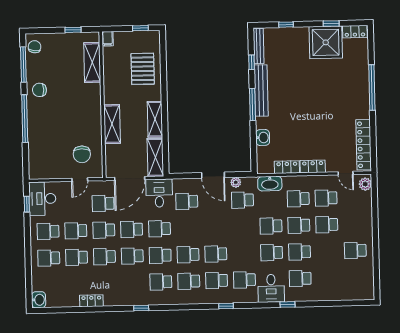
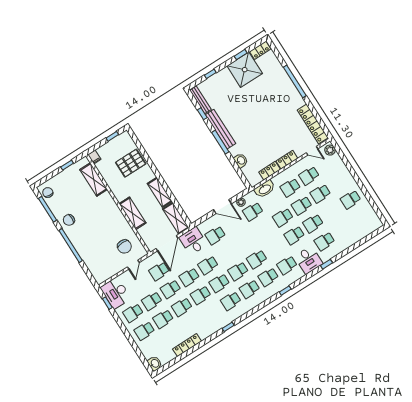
pallet: (143, 69) -> (131, 163), turned 90
locker: (91, 301) -> (187, 345), width x1.53

